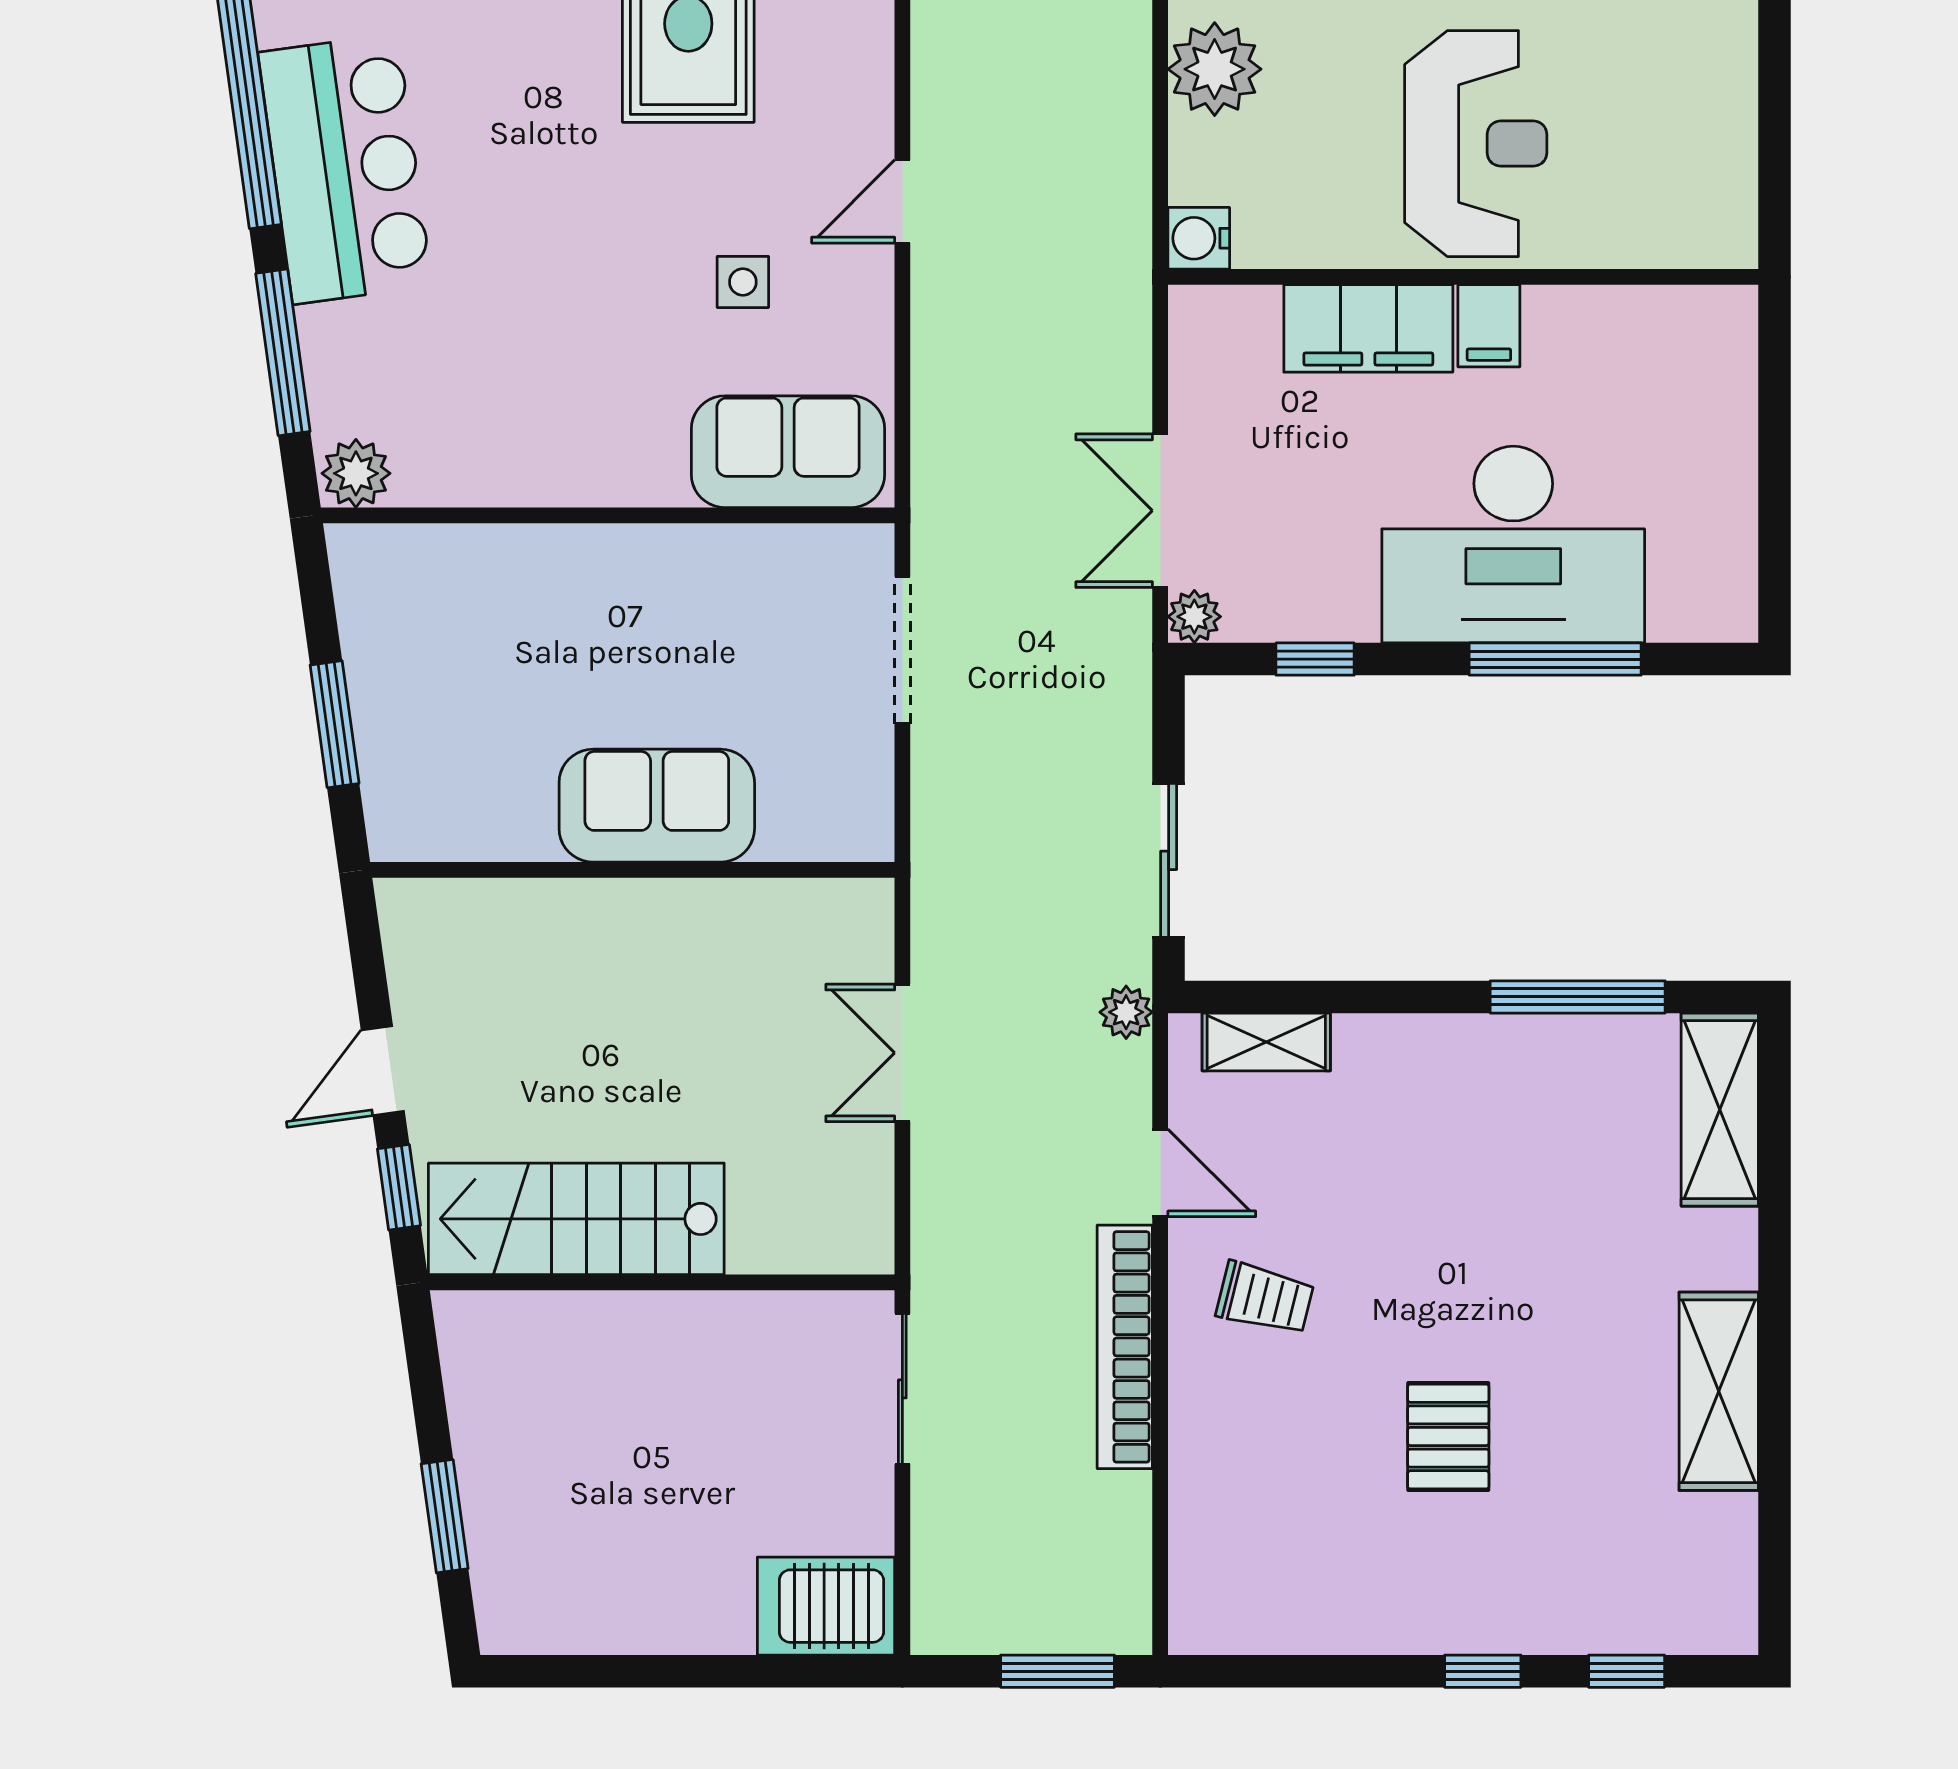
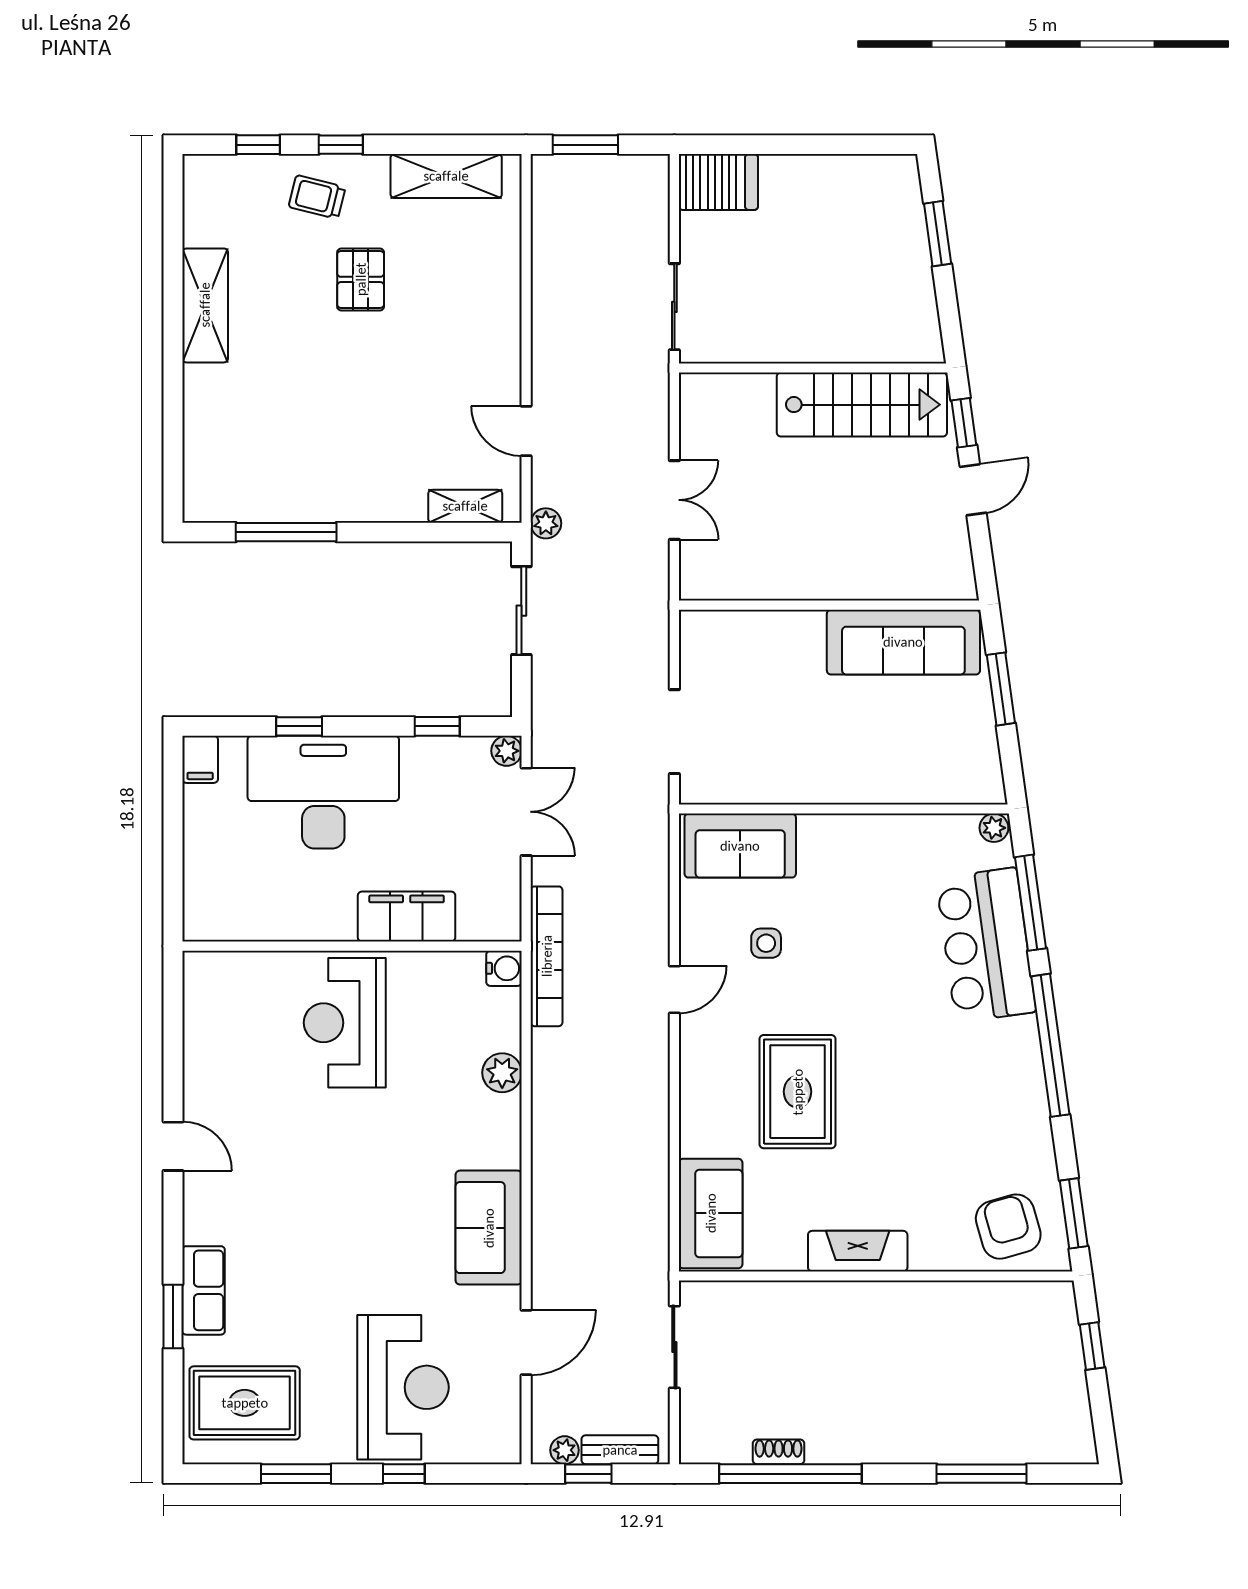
plant: (1215, 69) -> (502, 1073), width x0.73, depth x0.73
bar counter: (345, 169) -> (986, 945), moved
filing cabinet: (1489, 326) -> (200, 759), moved, turned 180
plant: (356, 473) -> (994, 828), width x0.73, depth x0.73
window: (1555, 659) -> (299, 726), width x0.46
sofa: (657, 806) -> (903, 642), moved, width x1.36
shelving: (1720, 1110) -> (446, 176), moved, turned 90
trolley: (1265, 1298) -> (317, 197), moved
bookcase: (1125, 1347) -> (547, 956), moved

